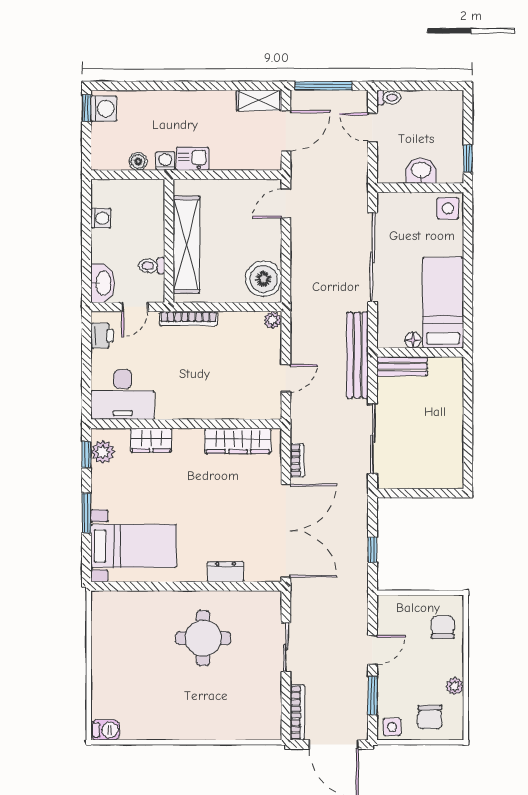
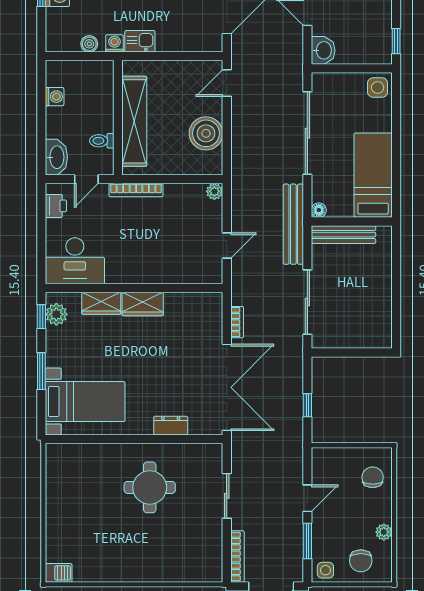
washbasin: (421, 171) -> (323, 50), moved, turned 90
boiler: (264, 279) -> (206, 133), moved
floor lamp: (413, 340) -> (319, 210), moved
bench: (402, 366) -> (344, 235), width x1.36
wardrobe: (238, 441) -> (143, 304), moved, width x0.67

